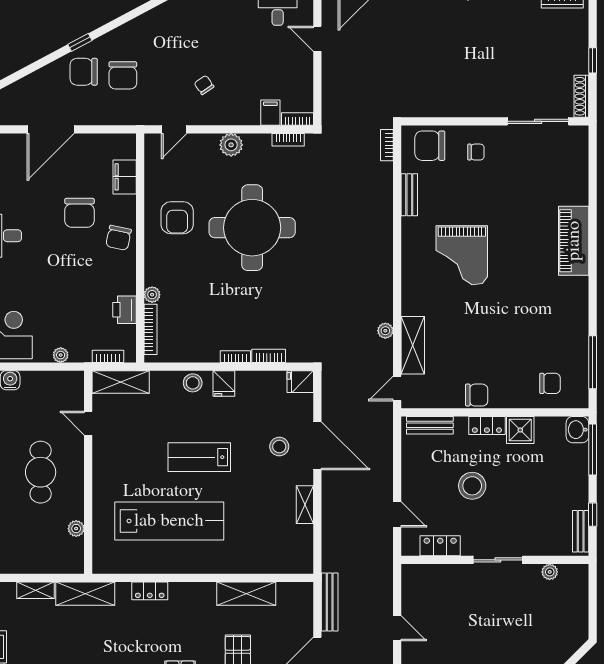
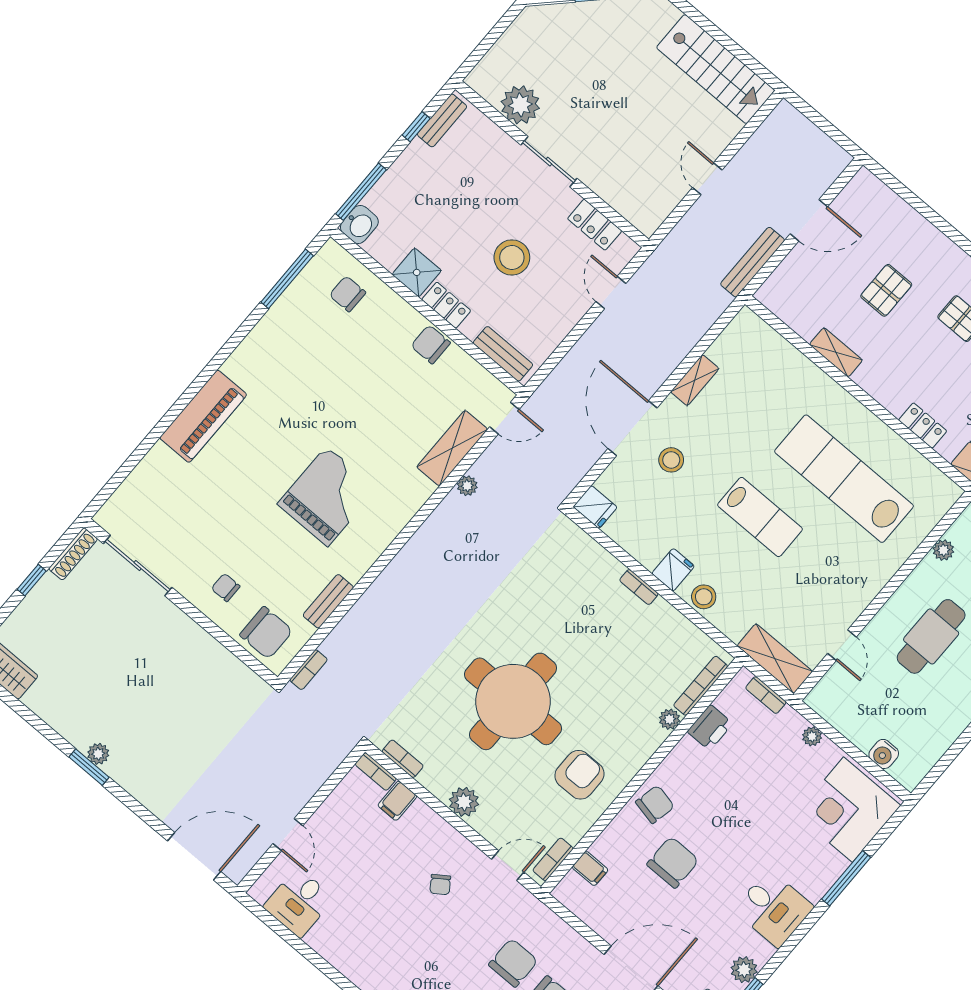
filing cabinet: (125, 177) -> (590, 868), width x0.50
bookcase: (269, 356) -> (553, 859), moved, turned 90
plant: (550, 572) -> (520, 105), width x1.87, depth x1.87
shelving: (246, 594) -> (836, 352), width x0.67, depth x0.75

